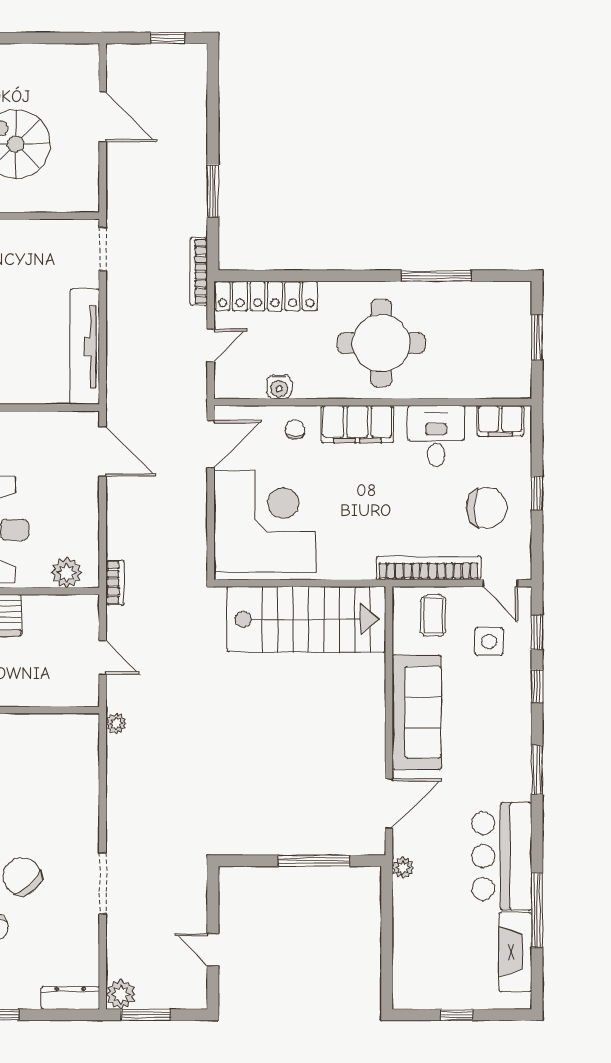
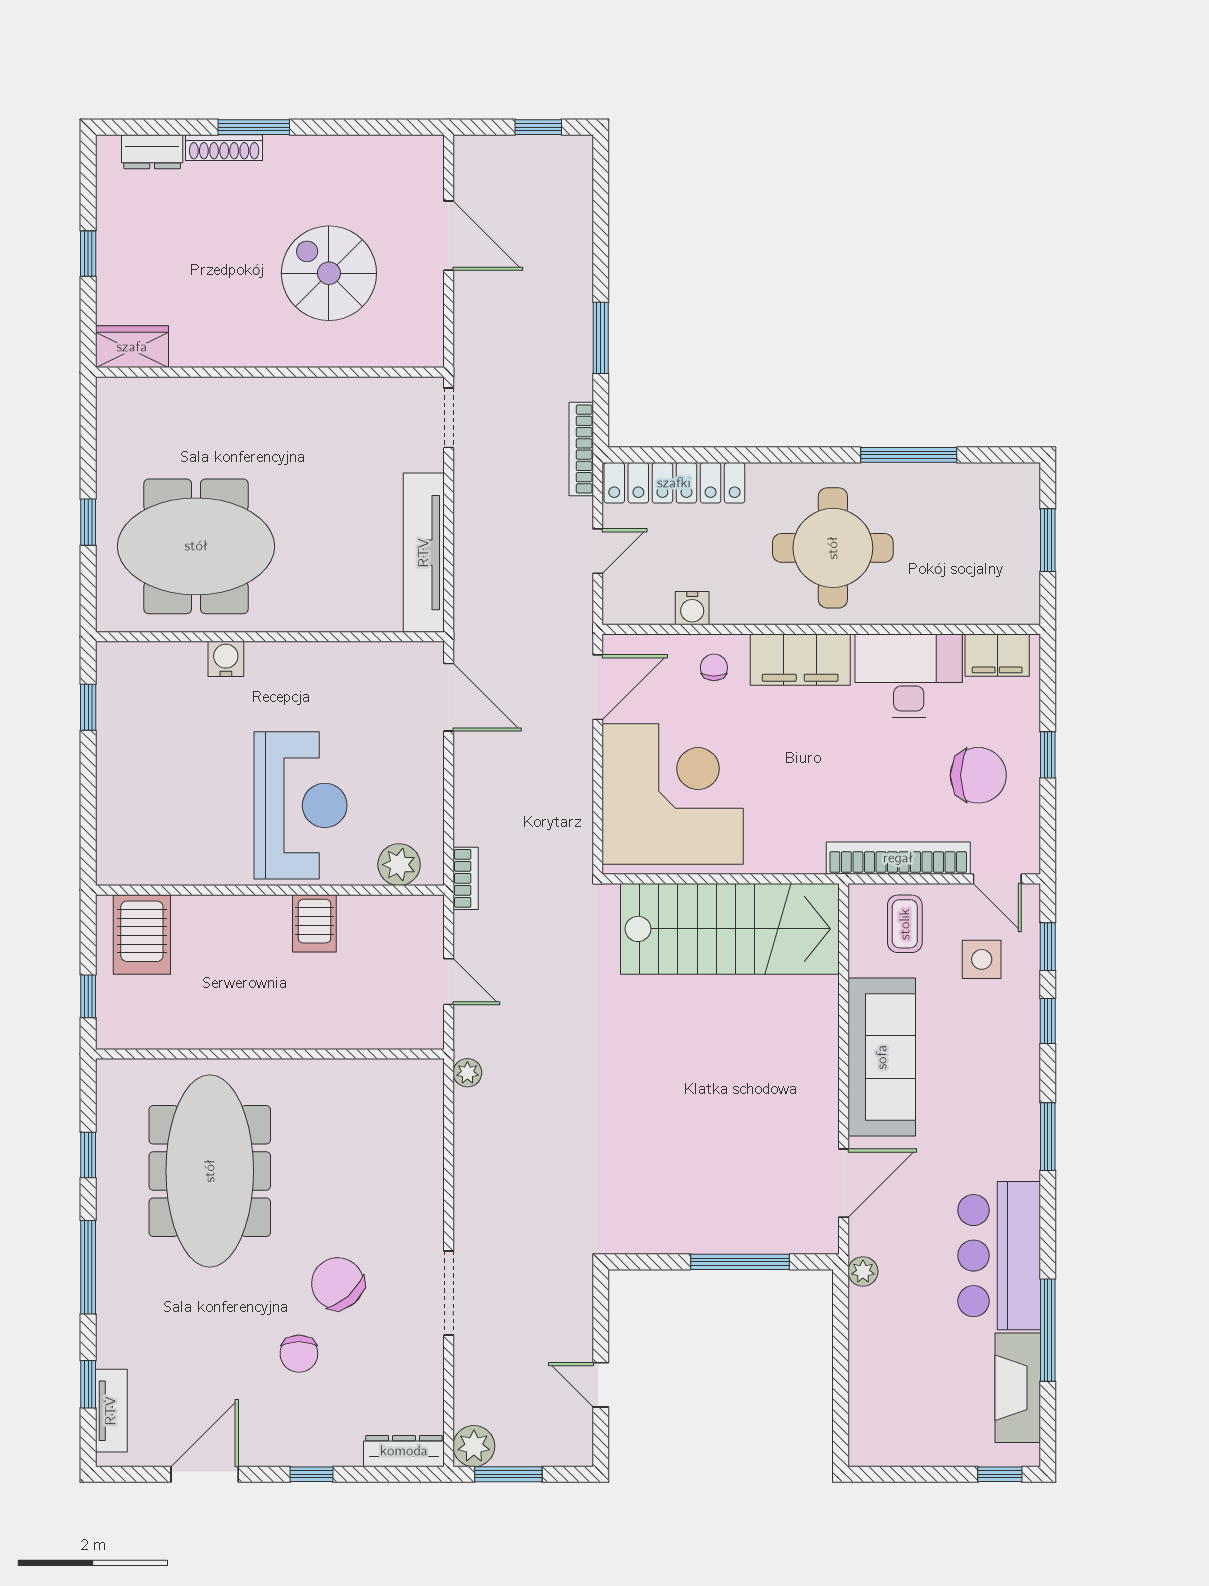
desk: (436, 436) -> (909, 676), width x1.37
window: (457, 1015) -> (1000, 1474), moved

